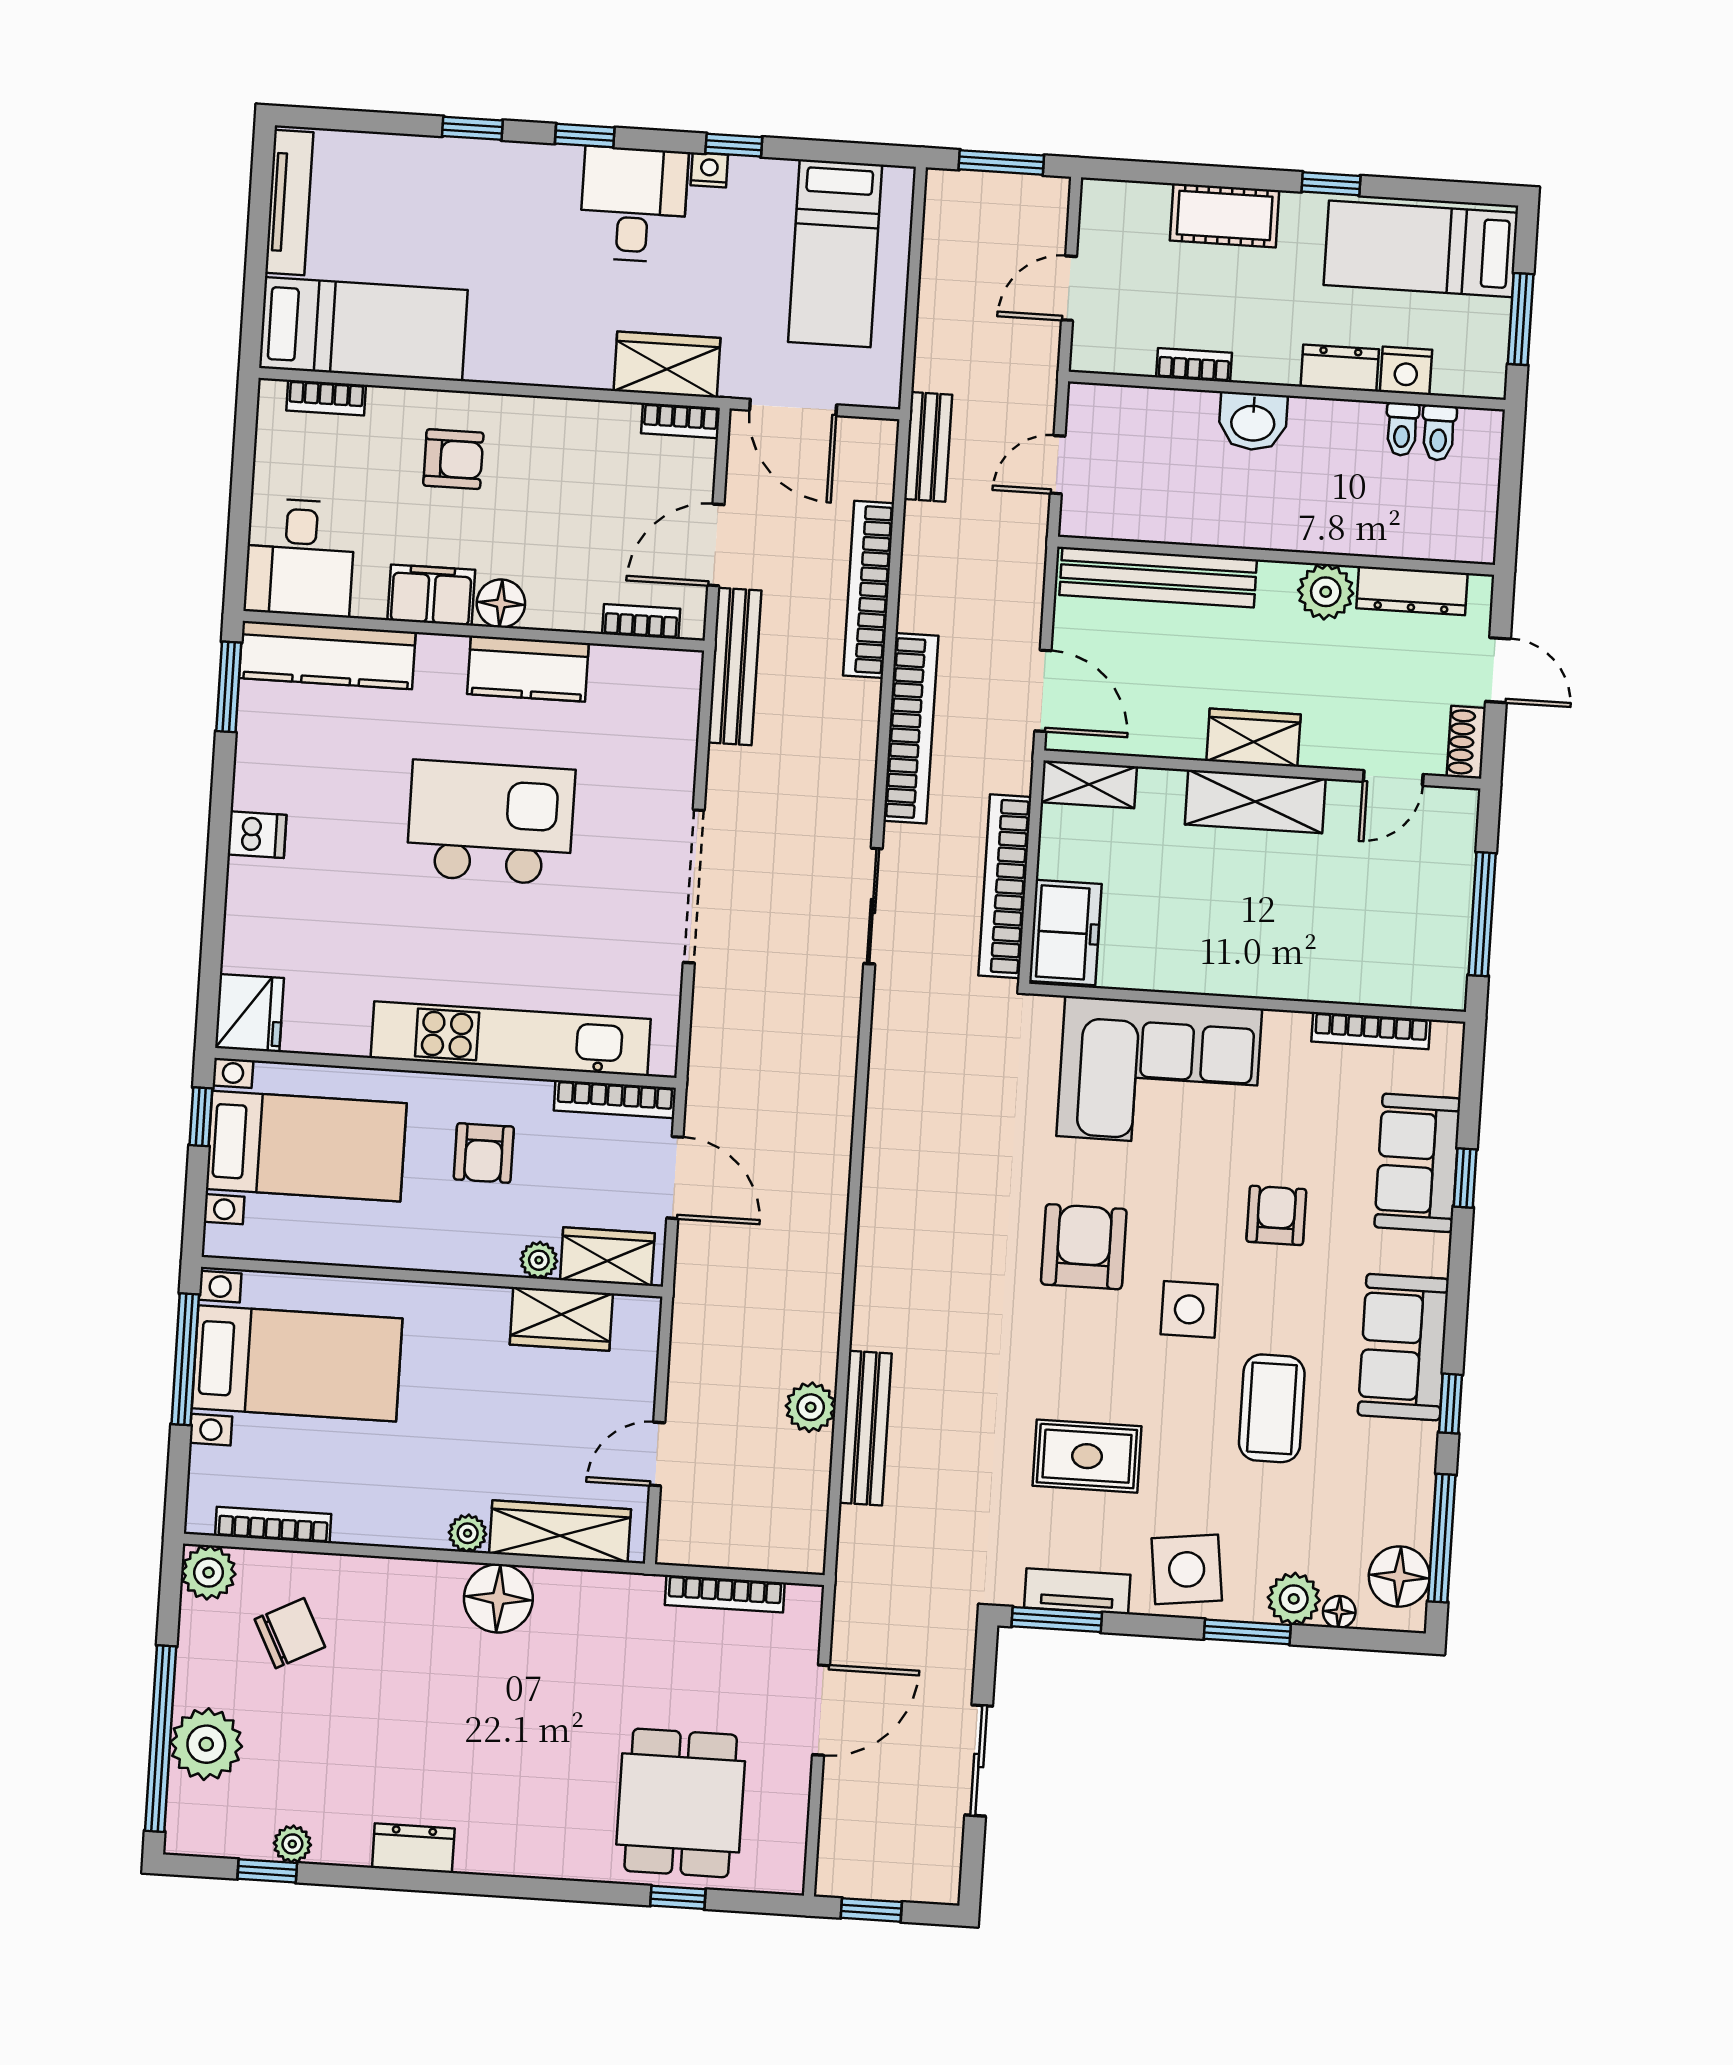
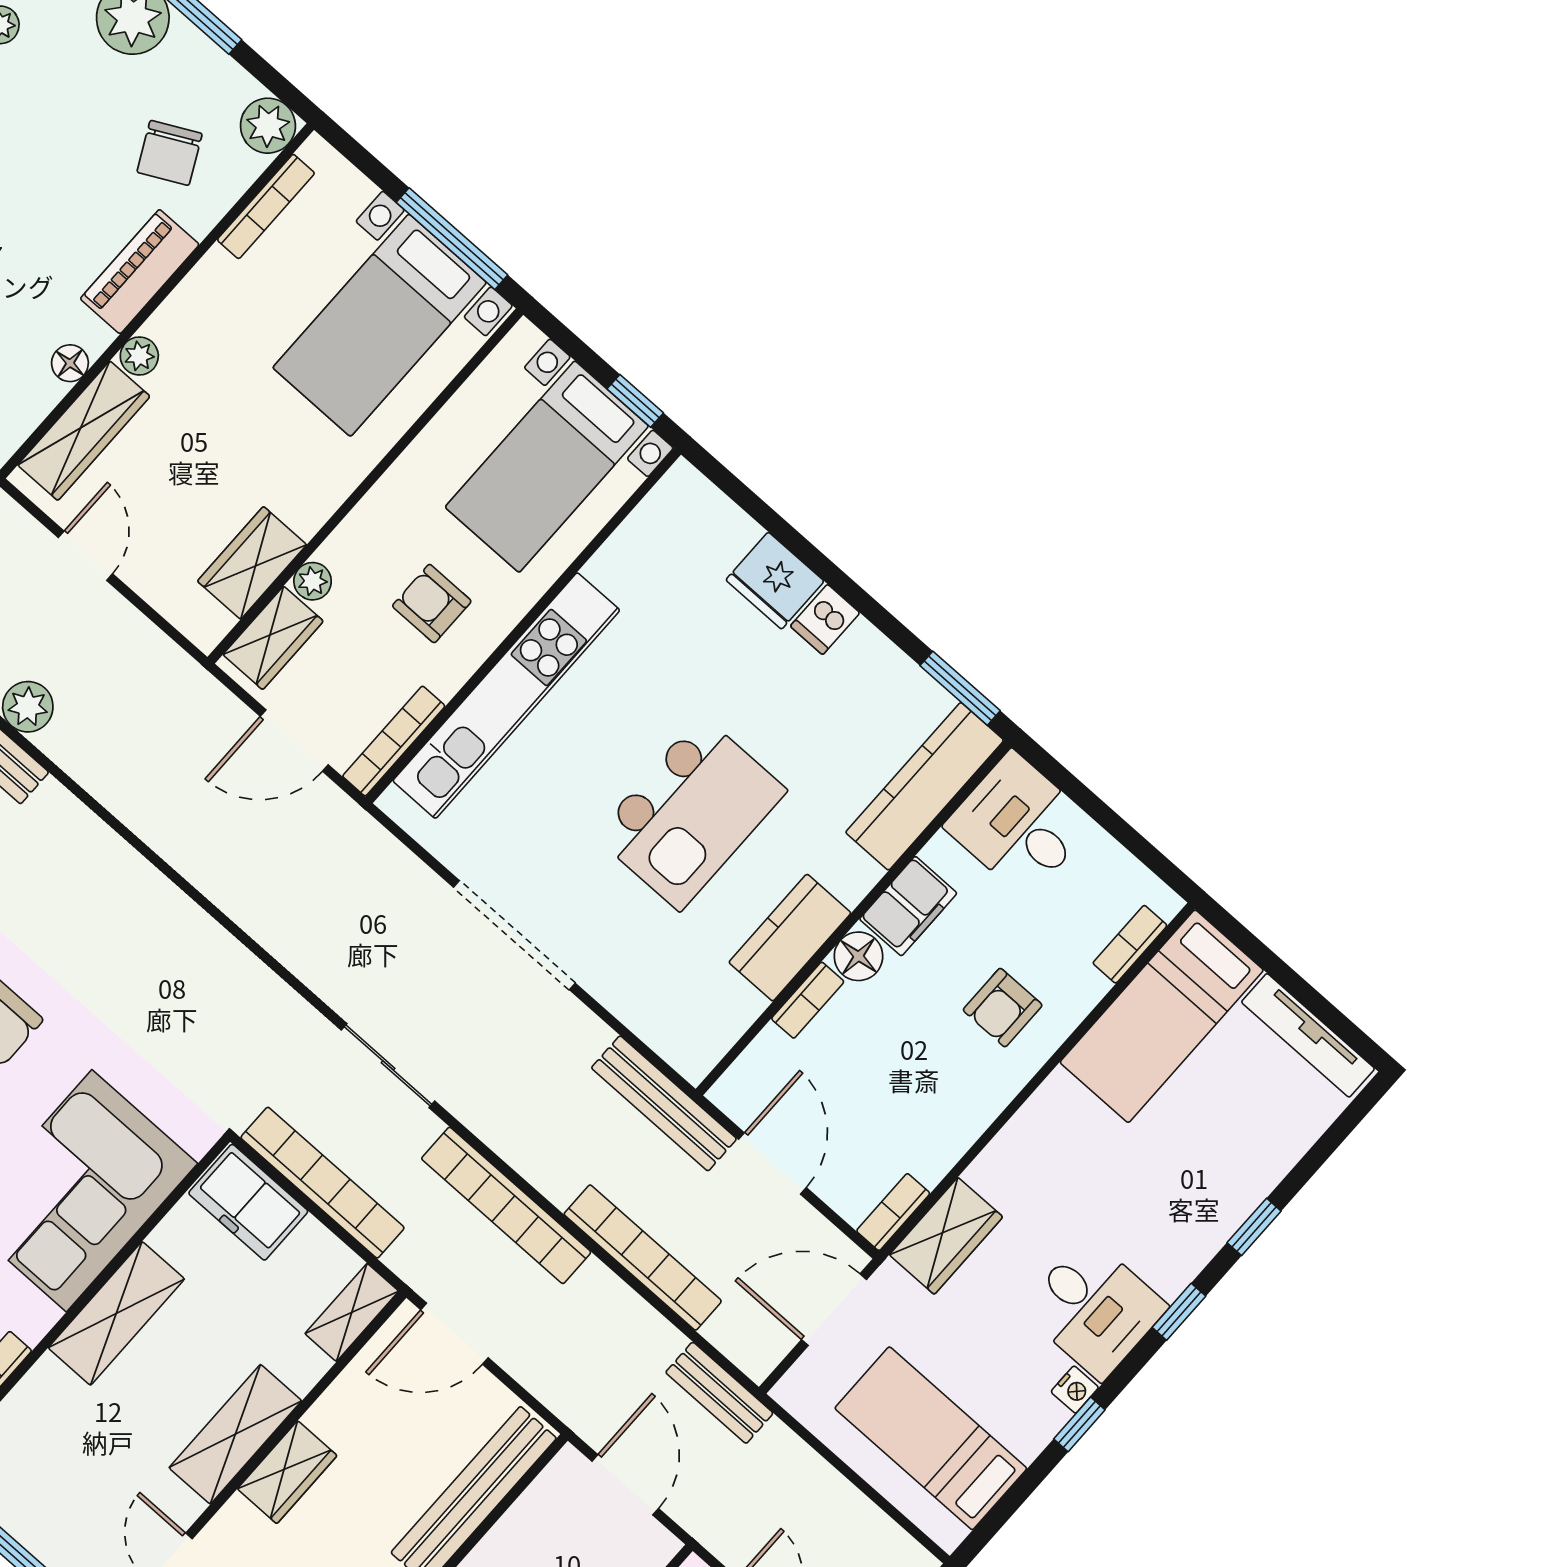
door: (1058, 465) -> (625, 1485), width x1.38
bookcase: (641, 621) -> (808, 1000), moved
shelving: (1233, 969) -> (116, 1313), added
fridge: (249, 1013) -> (775, 581), moved
piano: (401, 1584) -> (140, 272), added
floor lamp: (498, 1598) -> (70, 363), width x0.53, depth x0.53

